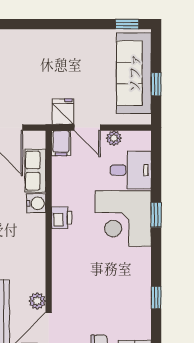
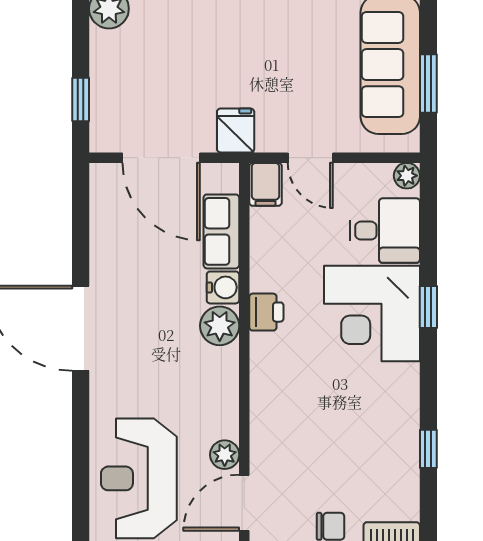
window: (156, 84) -> (428, 84), width x1.50
fridge: (63, 112) -> (236, 130), moved
plant: (114, 138) -> (407, 176), moved
plant: (34, 226) -> (220, 326), added

